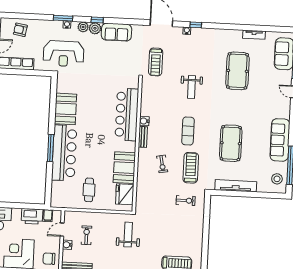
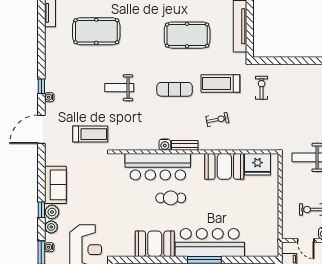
weight bench: (192, 87) -> (119, 88), turned 180
cafe table: (89, 190) -> (171, 198), moved

